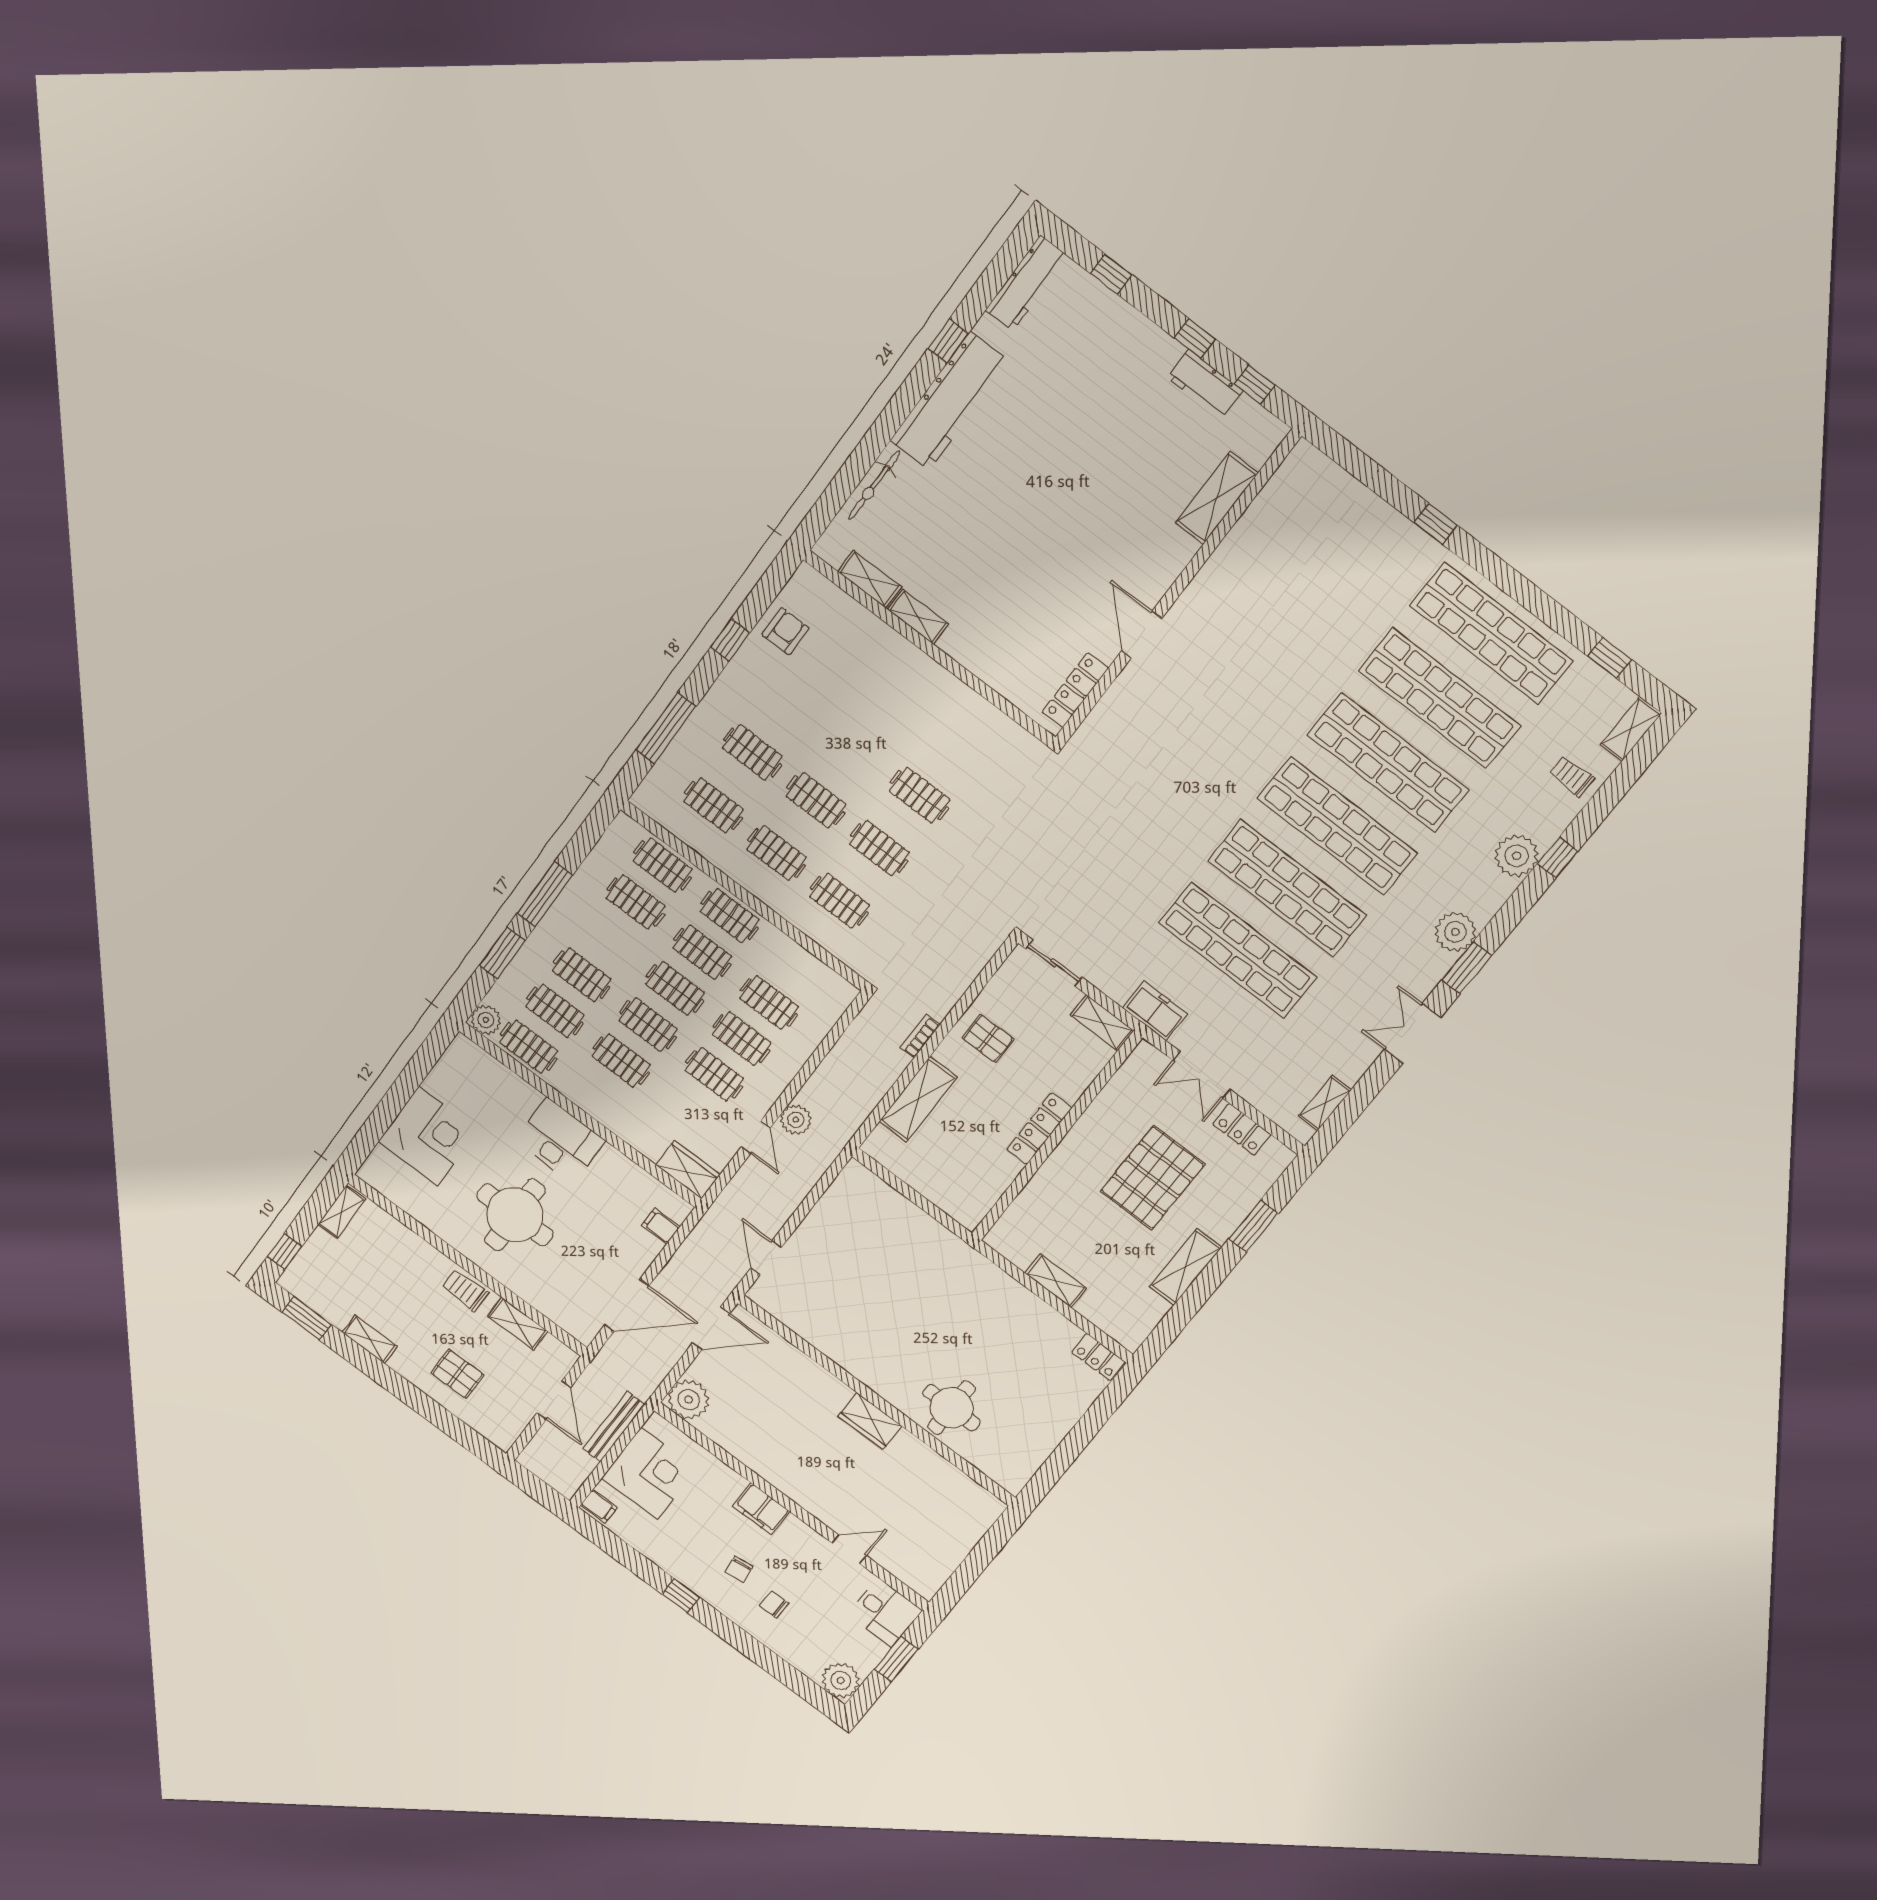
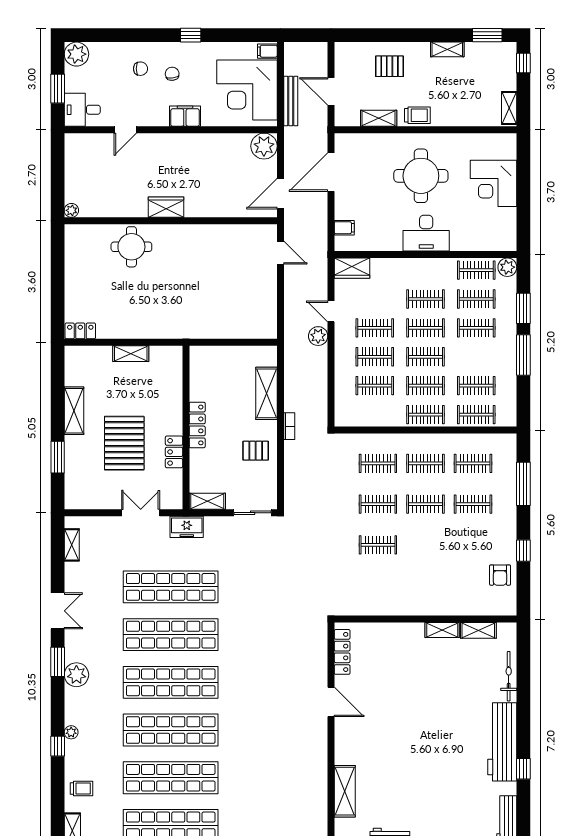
plant: (1517, 856) -> (71, 732), width x0.53, depth x0.53
locker: (1242, 1129) -> (174, 452), moved, turned -90
corner desk: (649, 1473) -> (247, 90), width x1.36, depth x1.36
plant: (993, 1507) -> (71, 210), added

